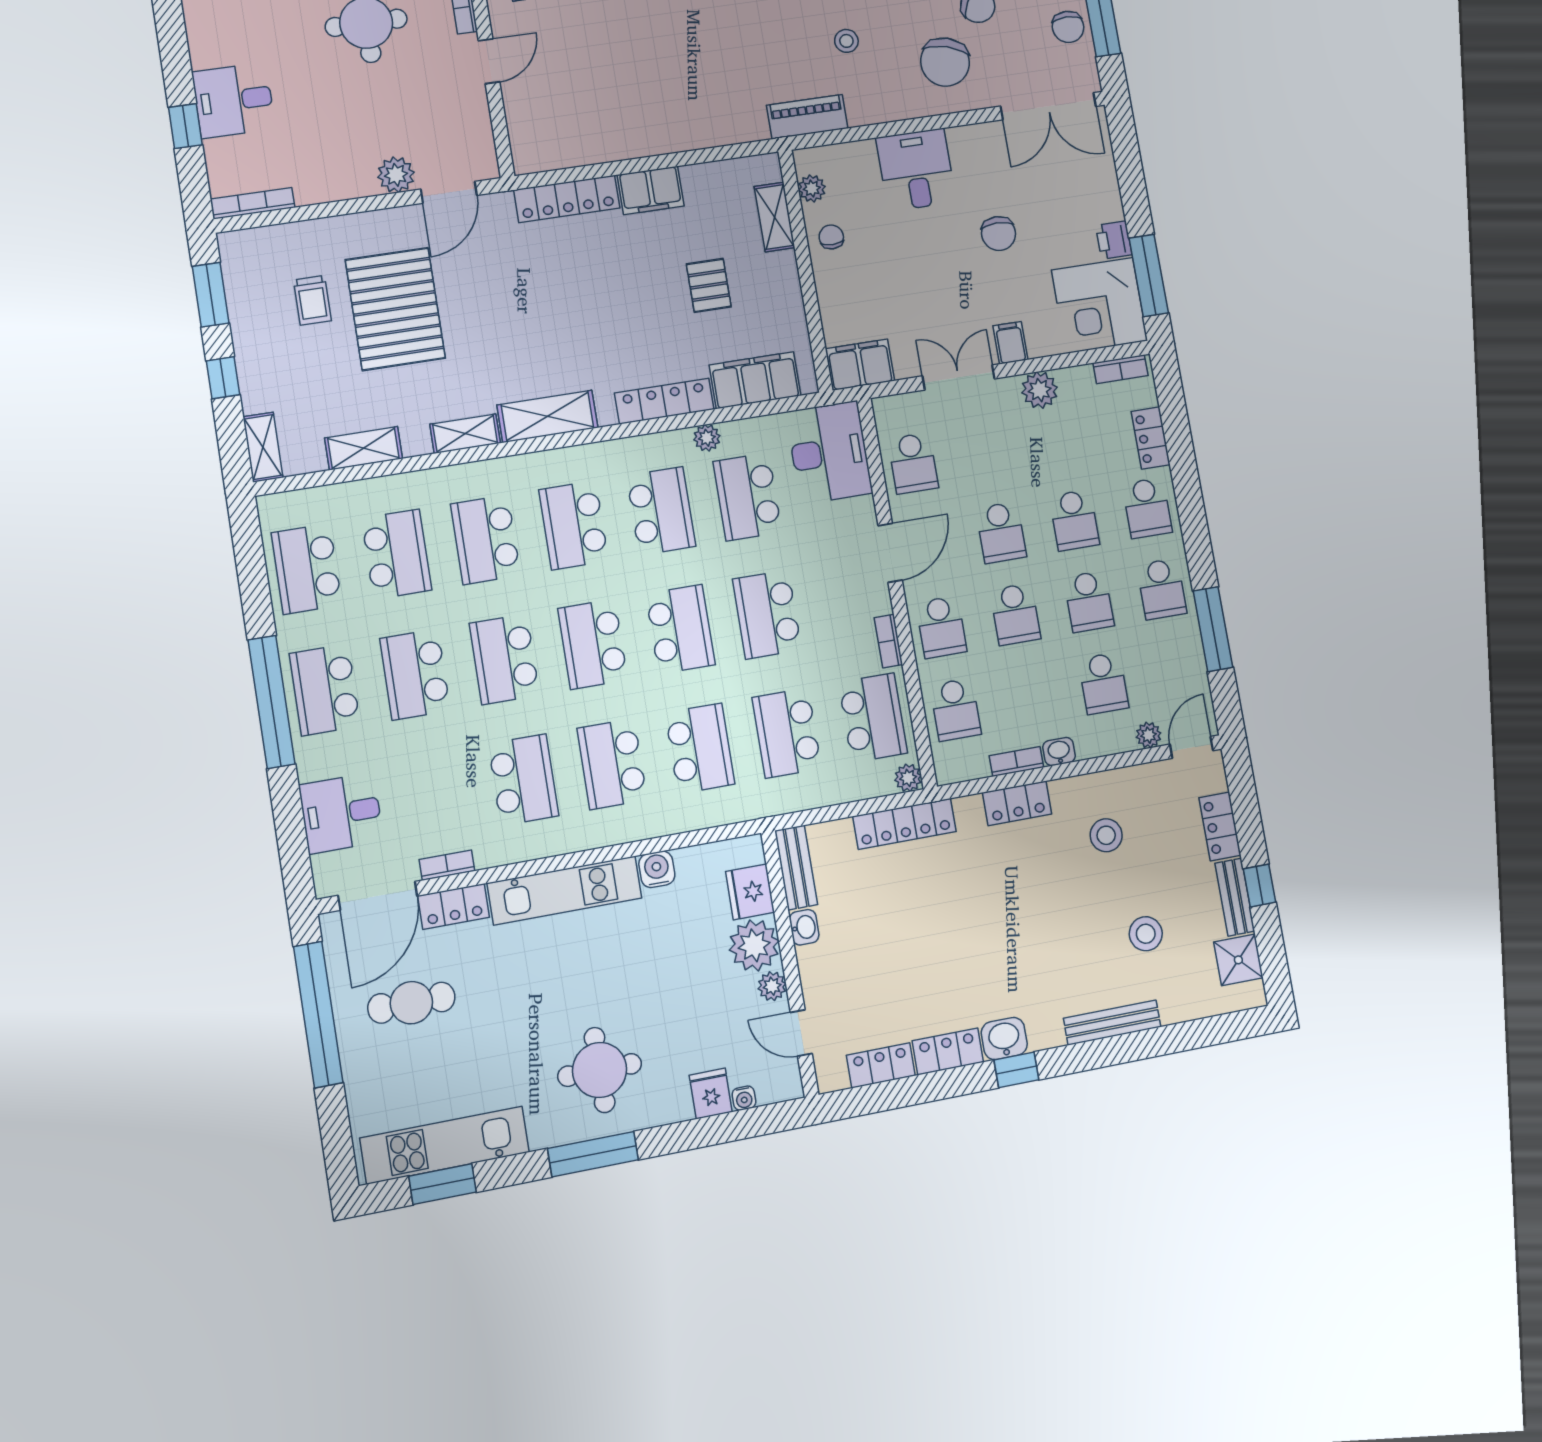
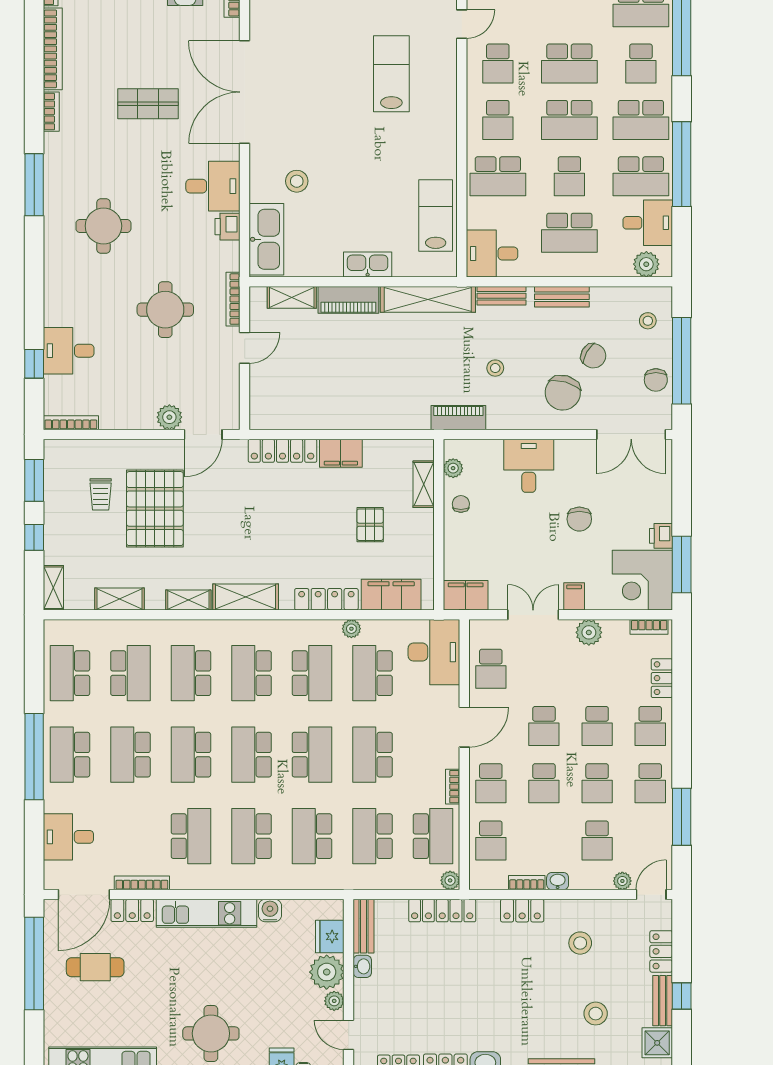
school desk: (700, 748) -> (312, 836), turned 180
bookcase: (447, 865) -> (142, 883), width x1.56

